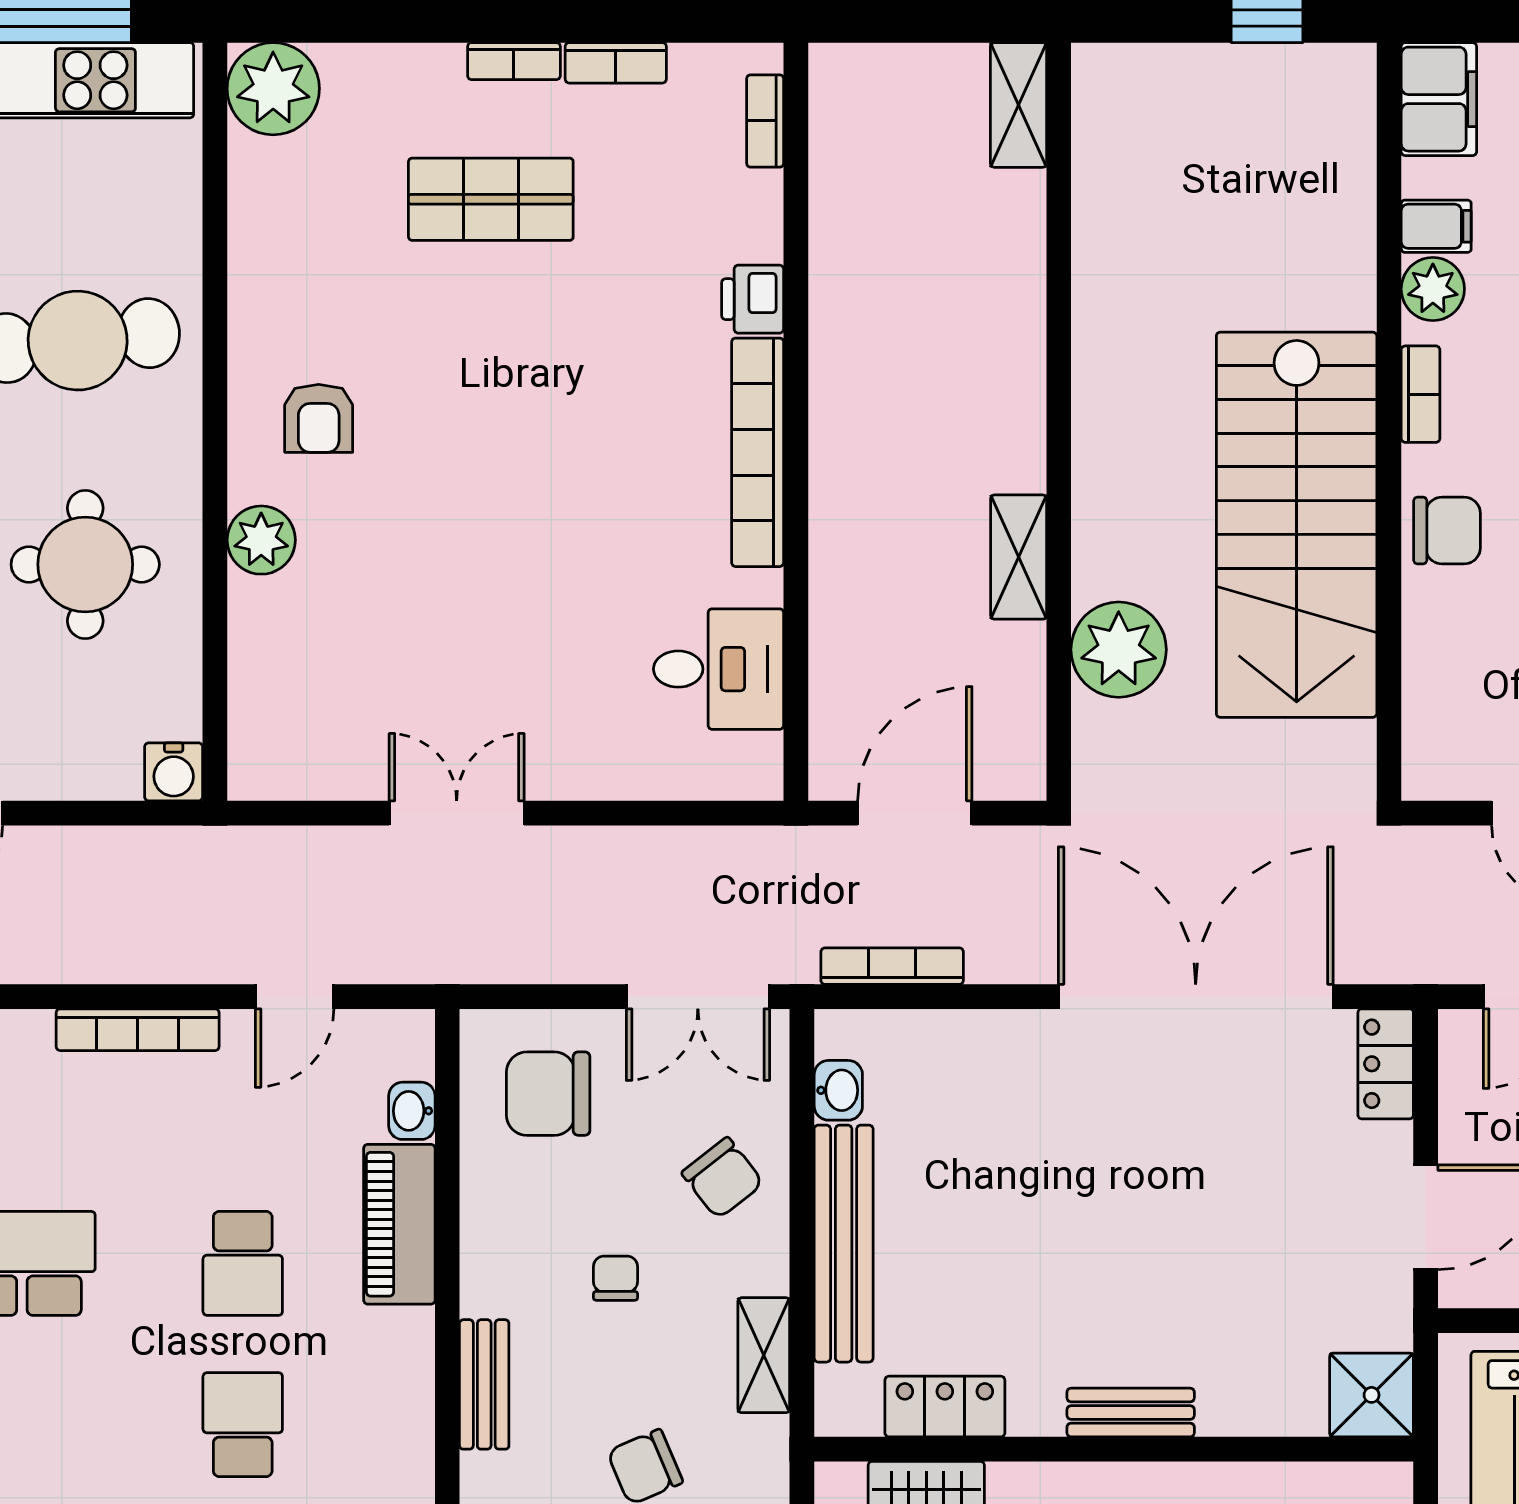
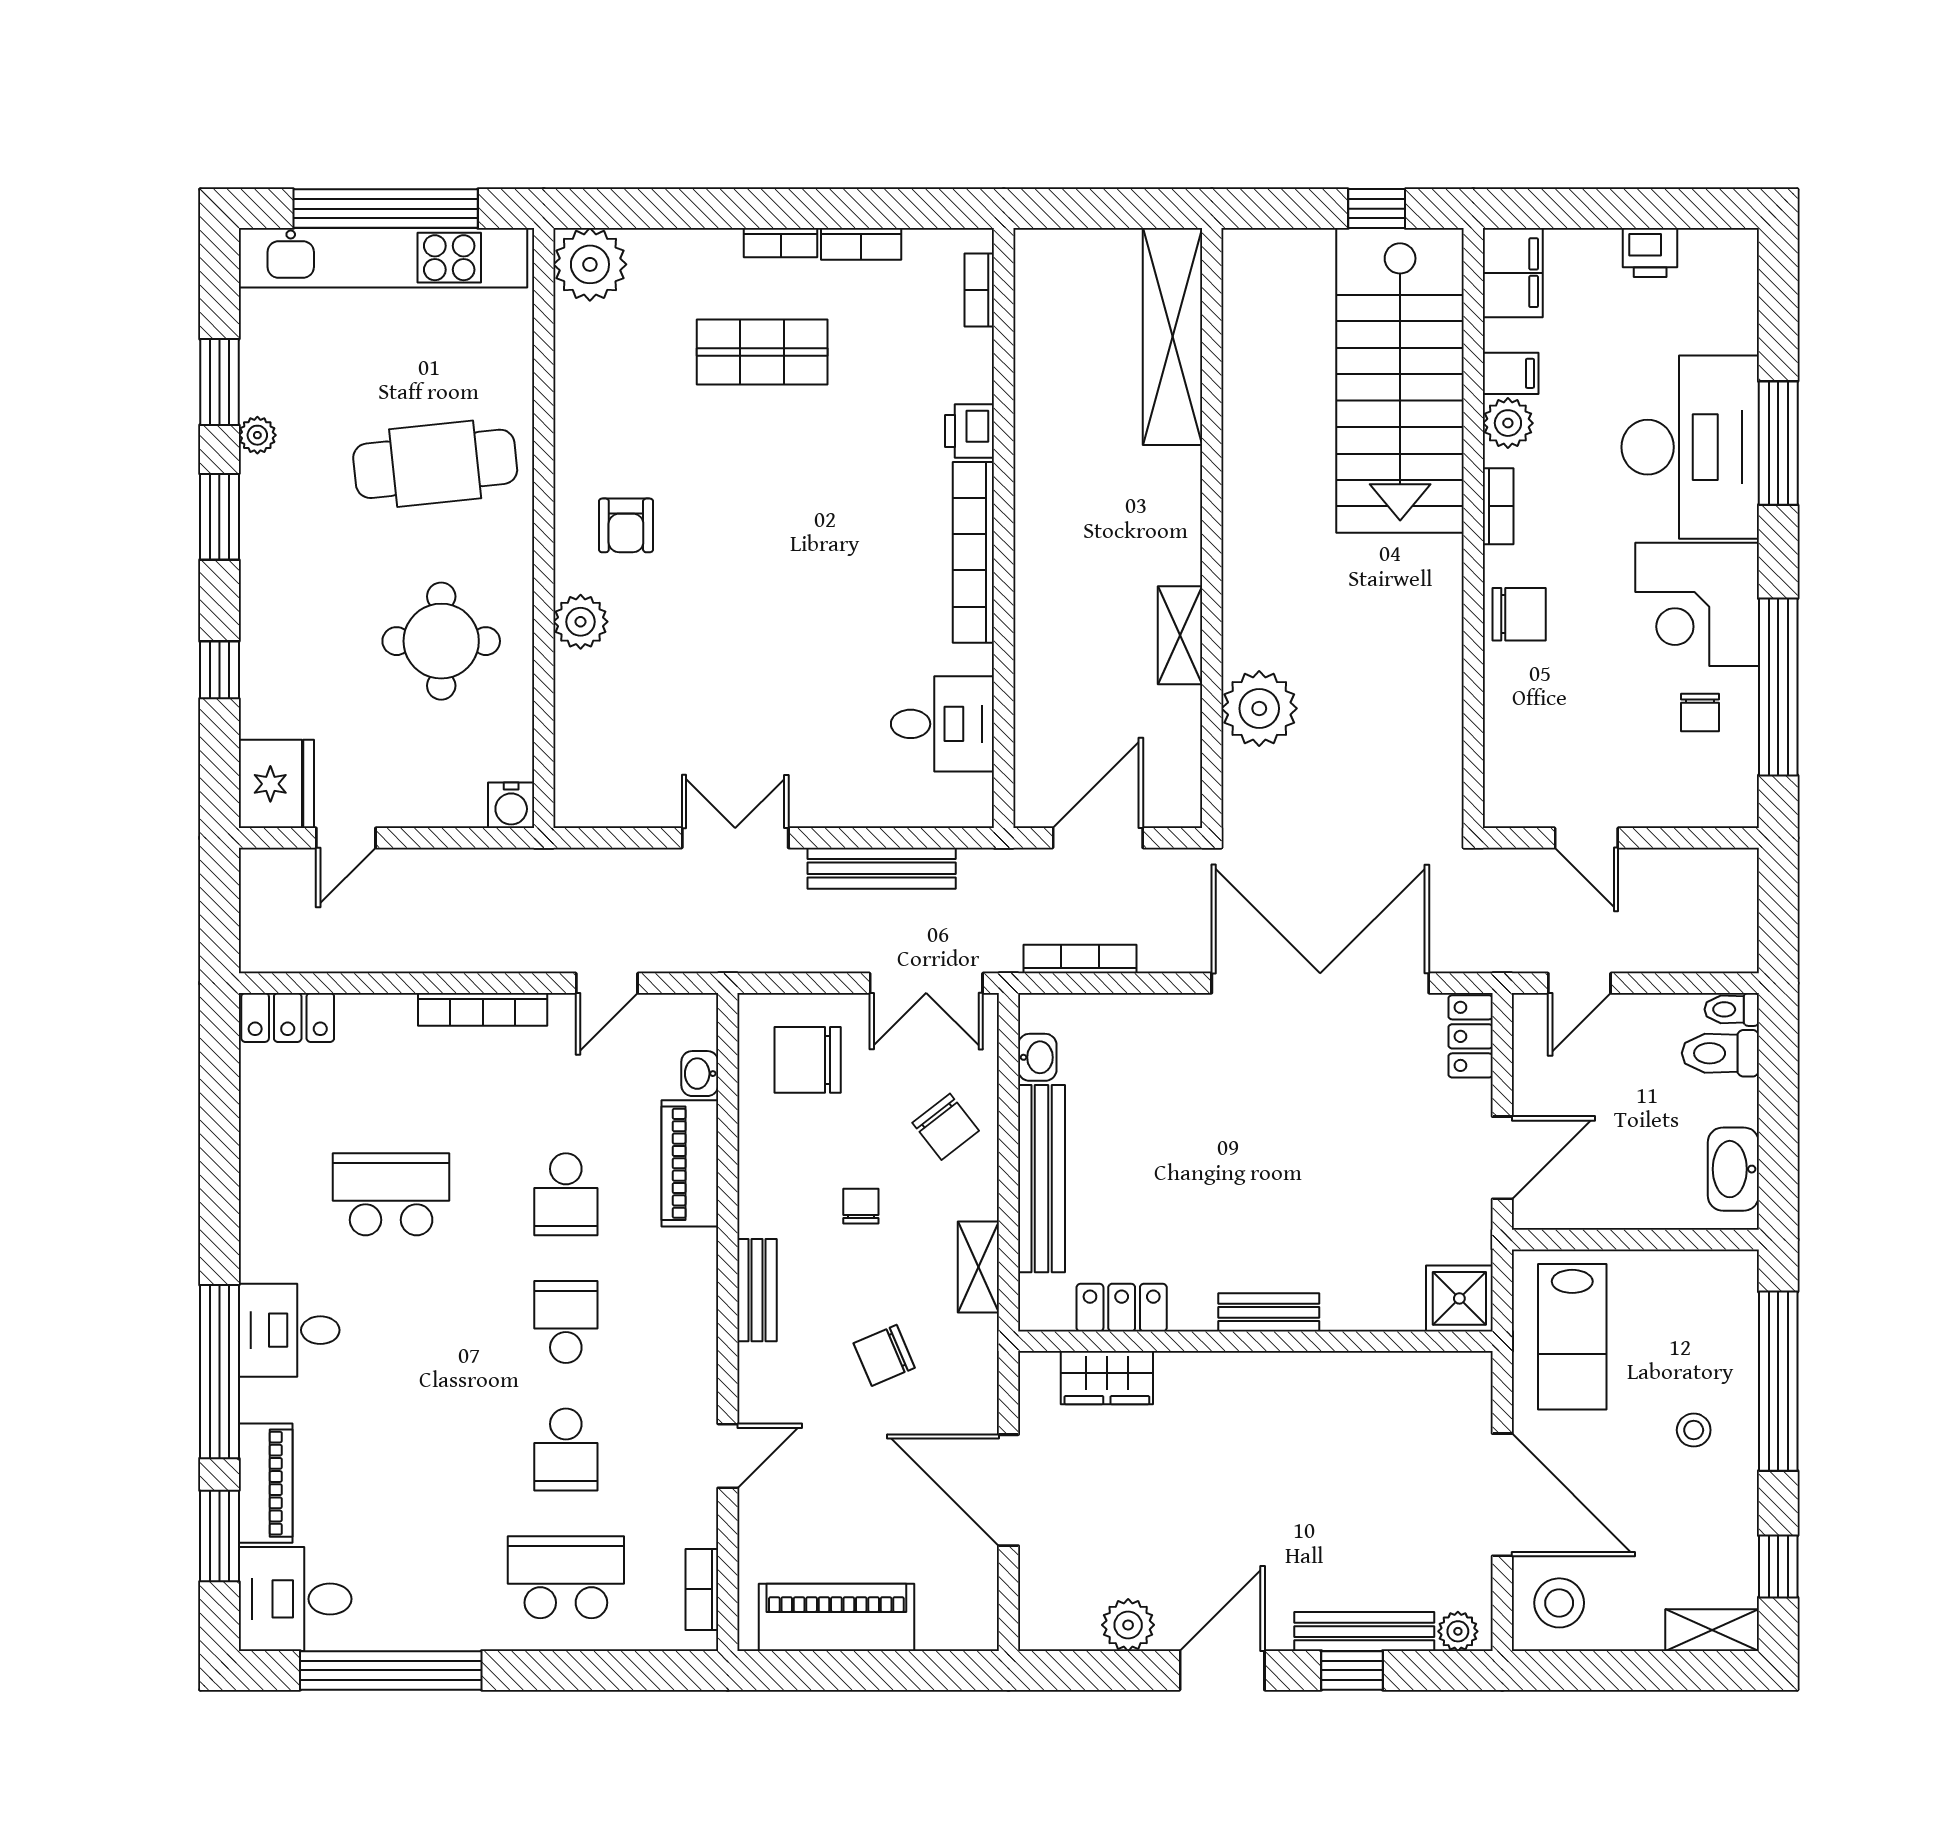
shelving: (1018, 105) -> (1173, 337), width x2.20, depth x1.33
stairs: (1297, 525) -> (1400, 380), moved
bench: (642, 851) -> (882, 868), added

